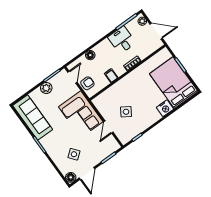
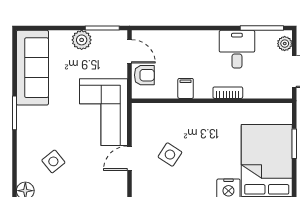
floor lamp: (90, 55) -> (177, 38), removed
door: (72, 77) -> (129, 51), hinge flipped

